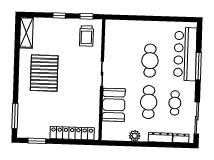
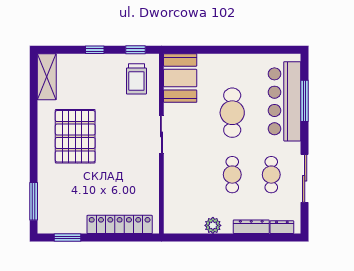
window: (198, 66) -> (305, 101), moved
cafe table: (149, 102) -> (232, 175), width x0.73, depth x0.74
booth: (114, 105) -> (180, 78), moved
sliding door: (197, 118) -> (305, 178), moved

